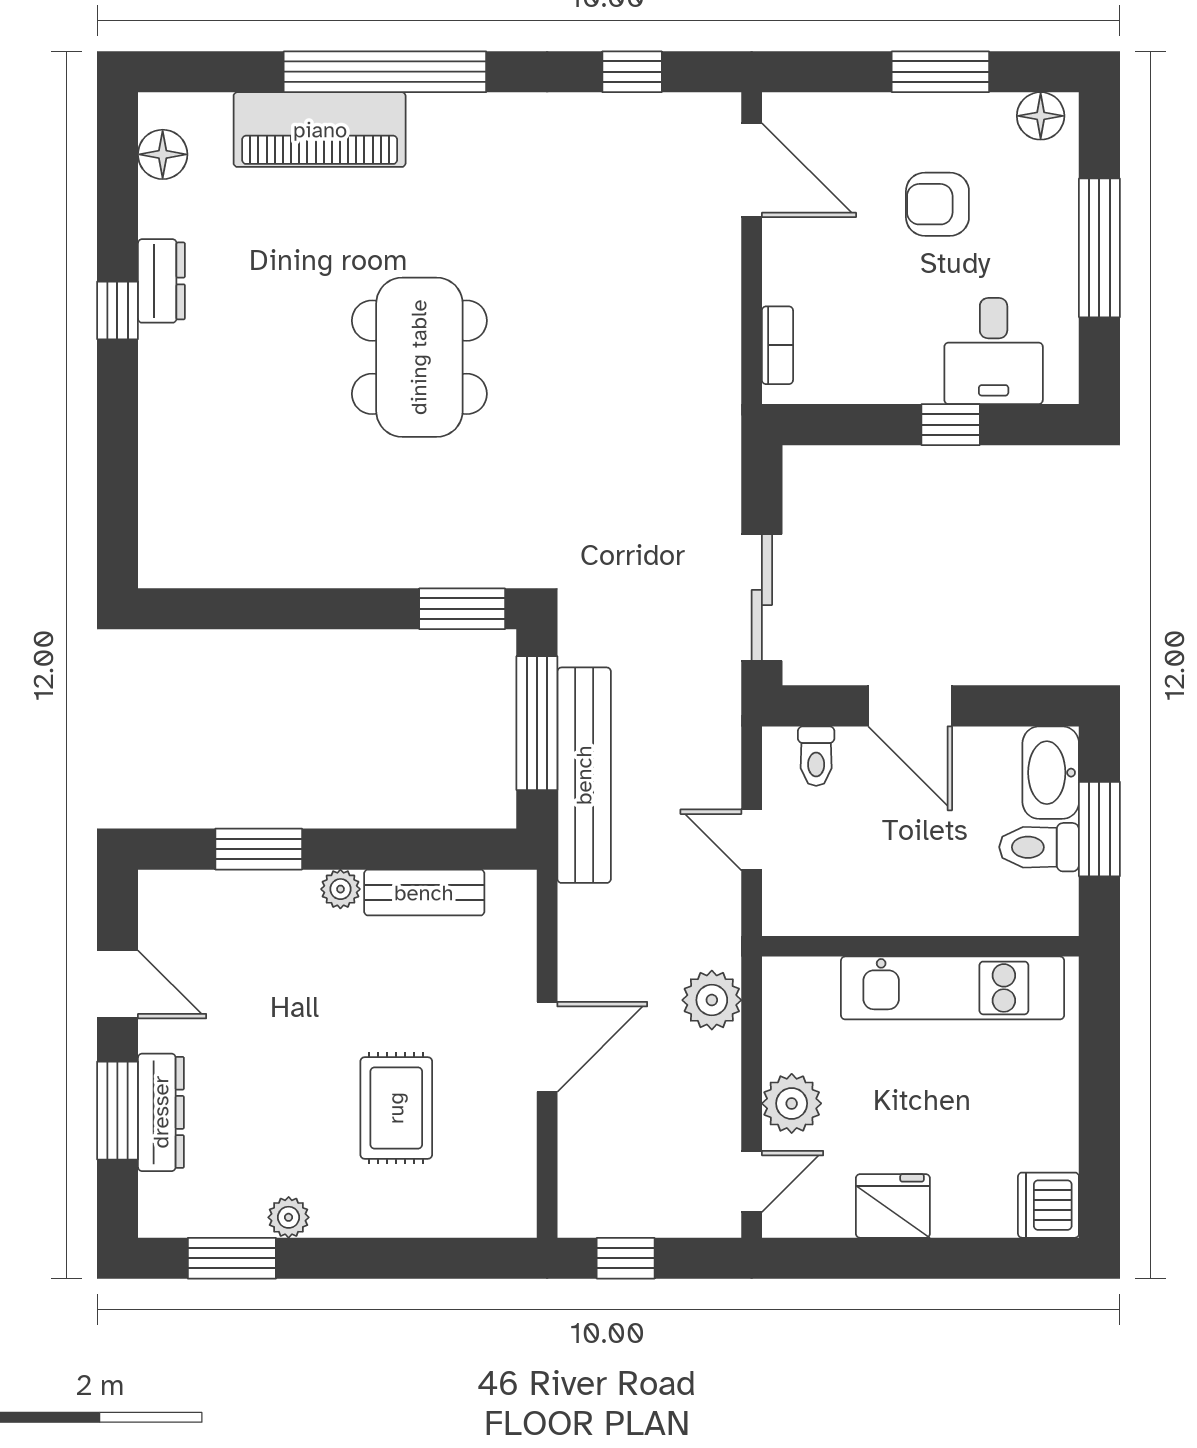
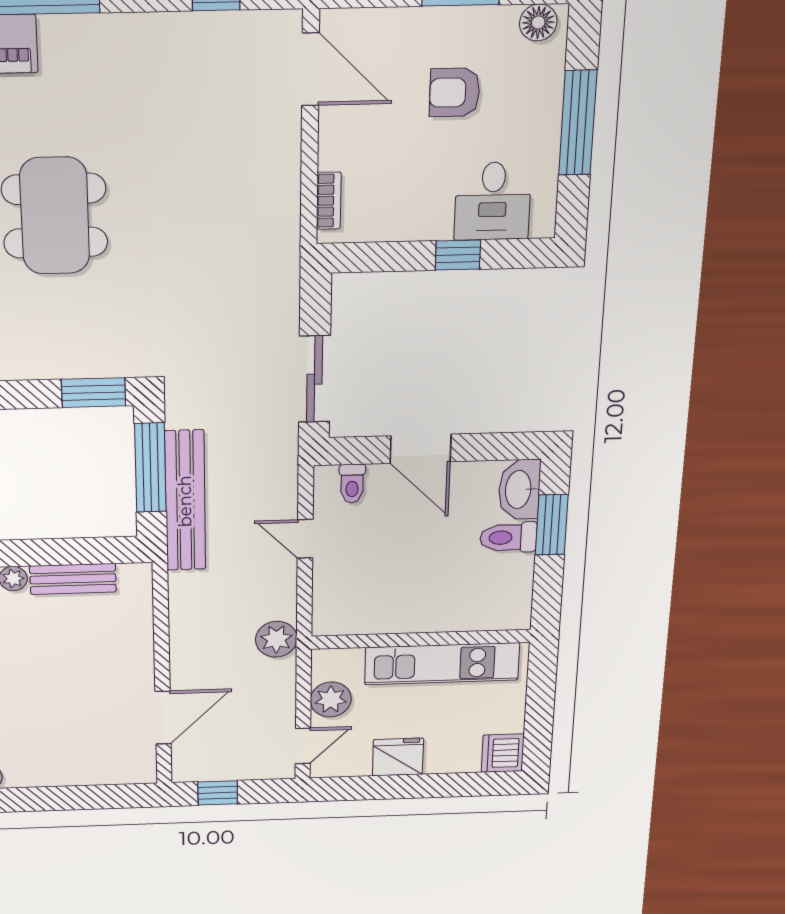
wall: (920, 946) -> (421, 639), moved
kitchen unit: (953, 988) -> (442, 664), moved
door: (547, 1047) -> (163, 718), moved
rug: (396, 1108) -> (59, 711), removed

